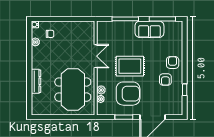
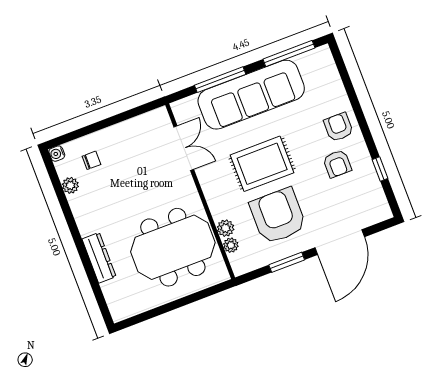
sofa: (149, 29) -> (251, 95), width x1.85, depth x1.27
double door: (96, 56) -> (184, 148), moved
meeting table: (73, 90) -> (173, 247), turned 90
armchair: (128, 94) -> (278, 216), turned -90

